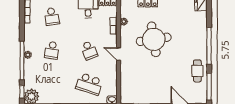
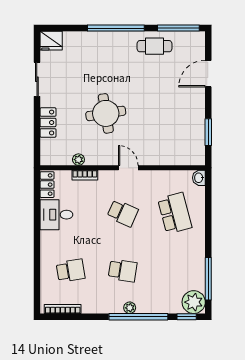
round table: (154, 39) -> (106, 113), width x0.73, depth x0.73
school desk: (89, 50) -> (123, 213), turned 45
door: (119, 54) -> (128, 168), swing flipped
school desk: (89, 84) -> (175, 213), turned -33

